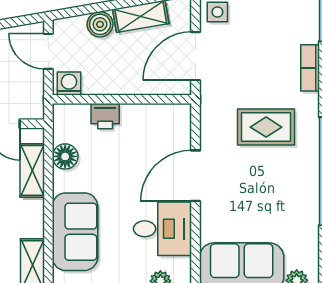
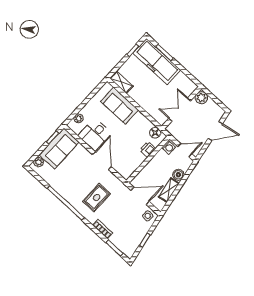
door: (195, 56) -> (140, 196), hinge flipped
floor lamp: (65, 156) -> (155, 133), moved
shelving: (32, 170) -> (152, 110), removed

